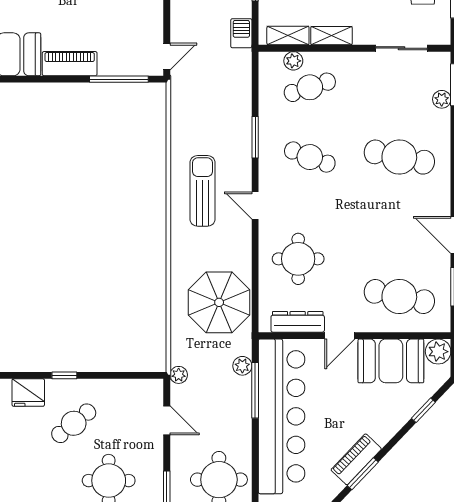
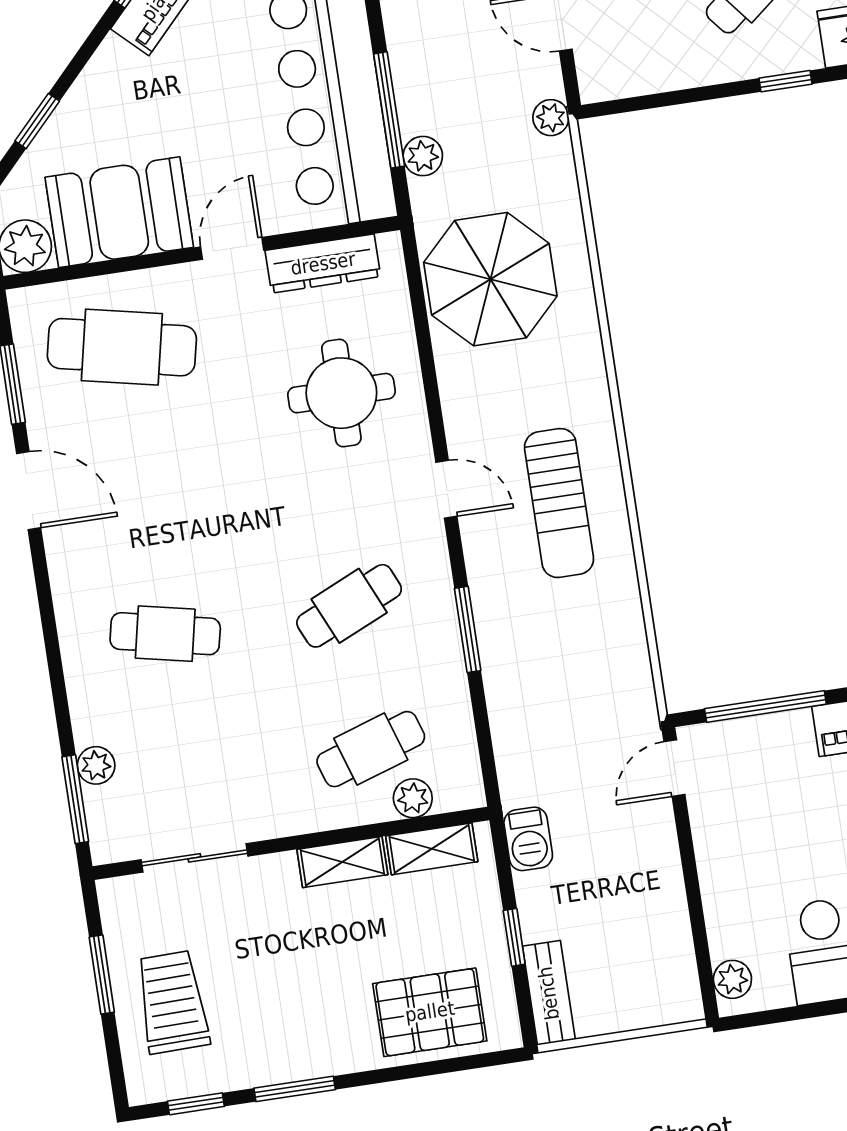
cafe table: (310, 157) -> (349, 606), turned -45
cafe table: (399, 157) -> (165, 634), width x0.73, depth x0.74

